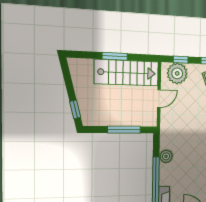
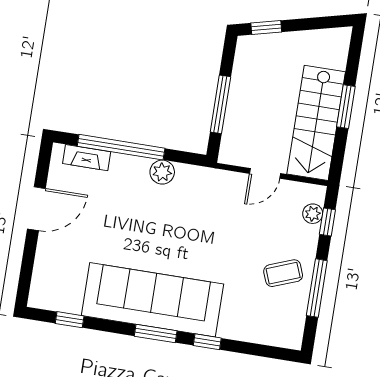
plant: (177, 73) -> (313, 214), width x0.53, depth x0.53
door: (159, 99) -> (265, 173), hinge flipped

